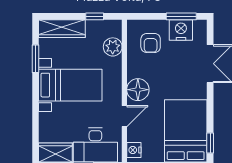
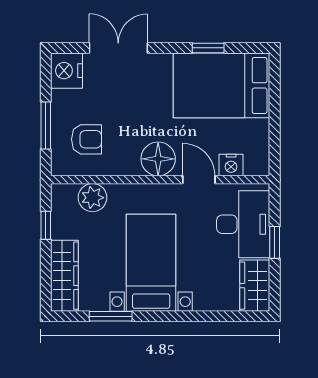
window: (181, 16) -> (46, 126), moved
nightstand: (181, 30) -> (67, 71), moved
window: (210, 143) -> (208, 48), moved
nightstand: (134, 150) -> (231, 165), moved

